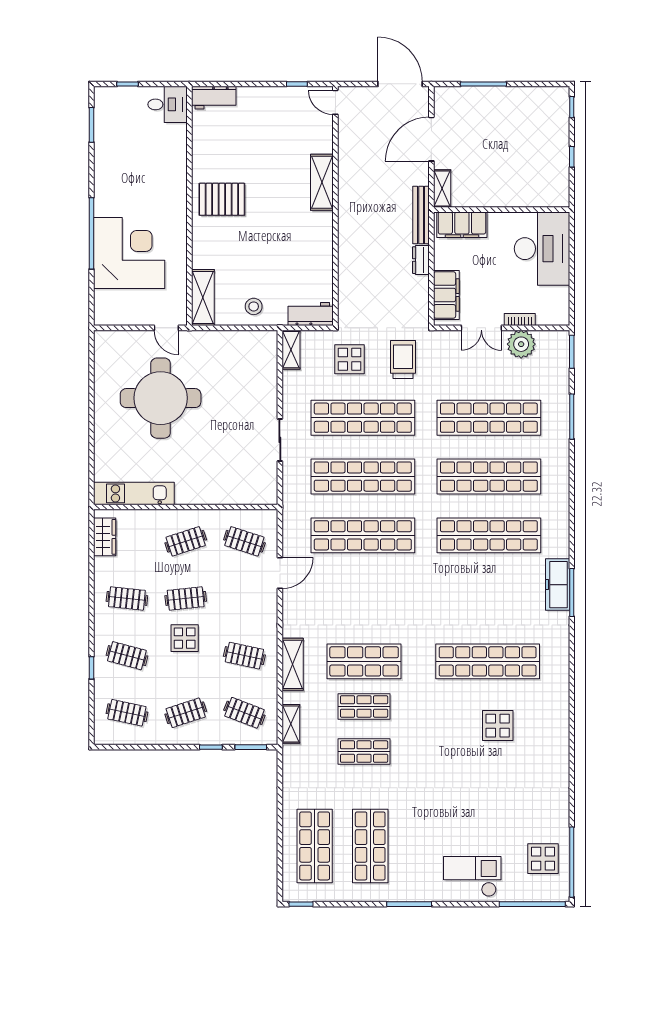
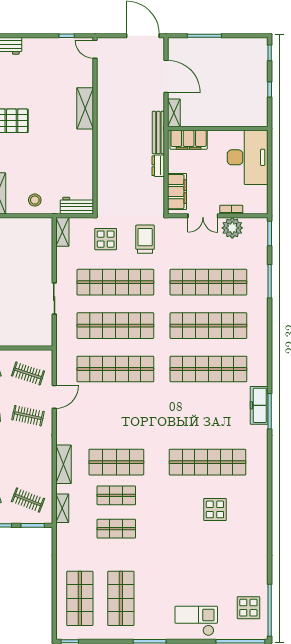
door: (431, 139) -> (166, 76), swing flipped
clothes rail: (244, 656) -> (28, 416), moved

